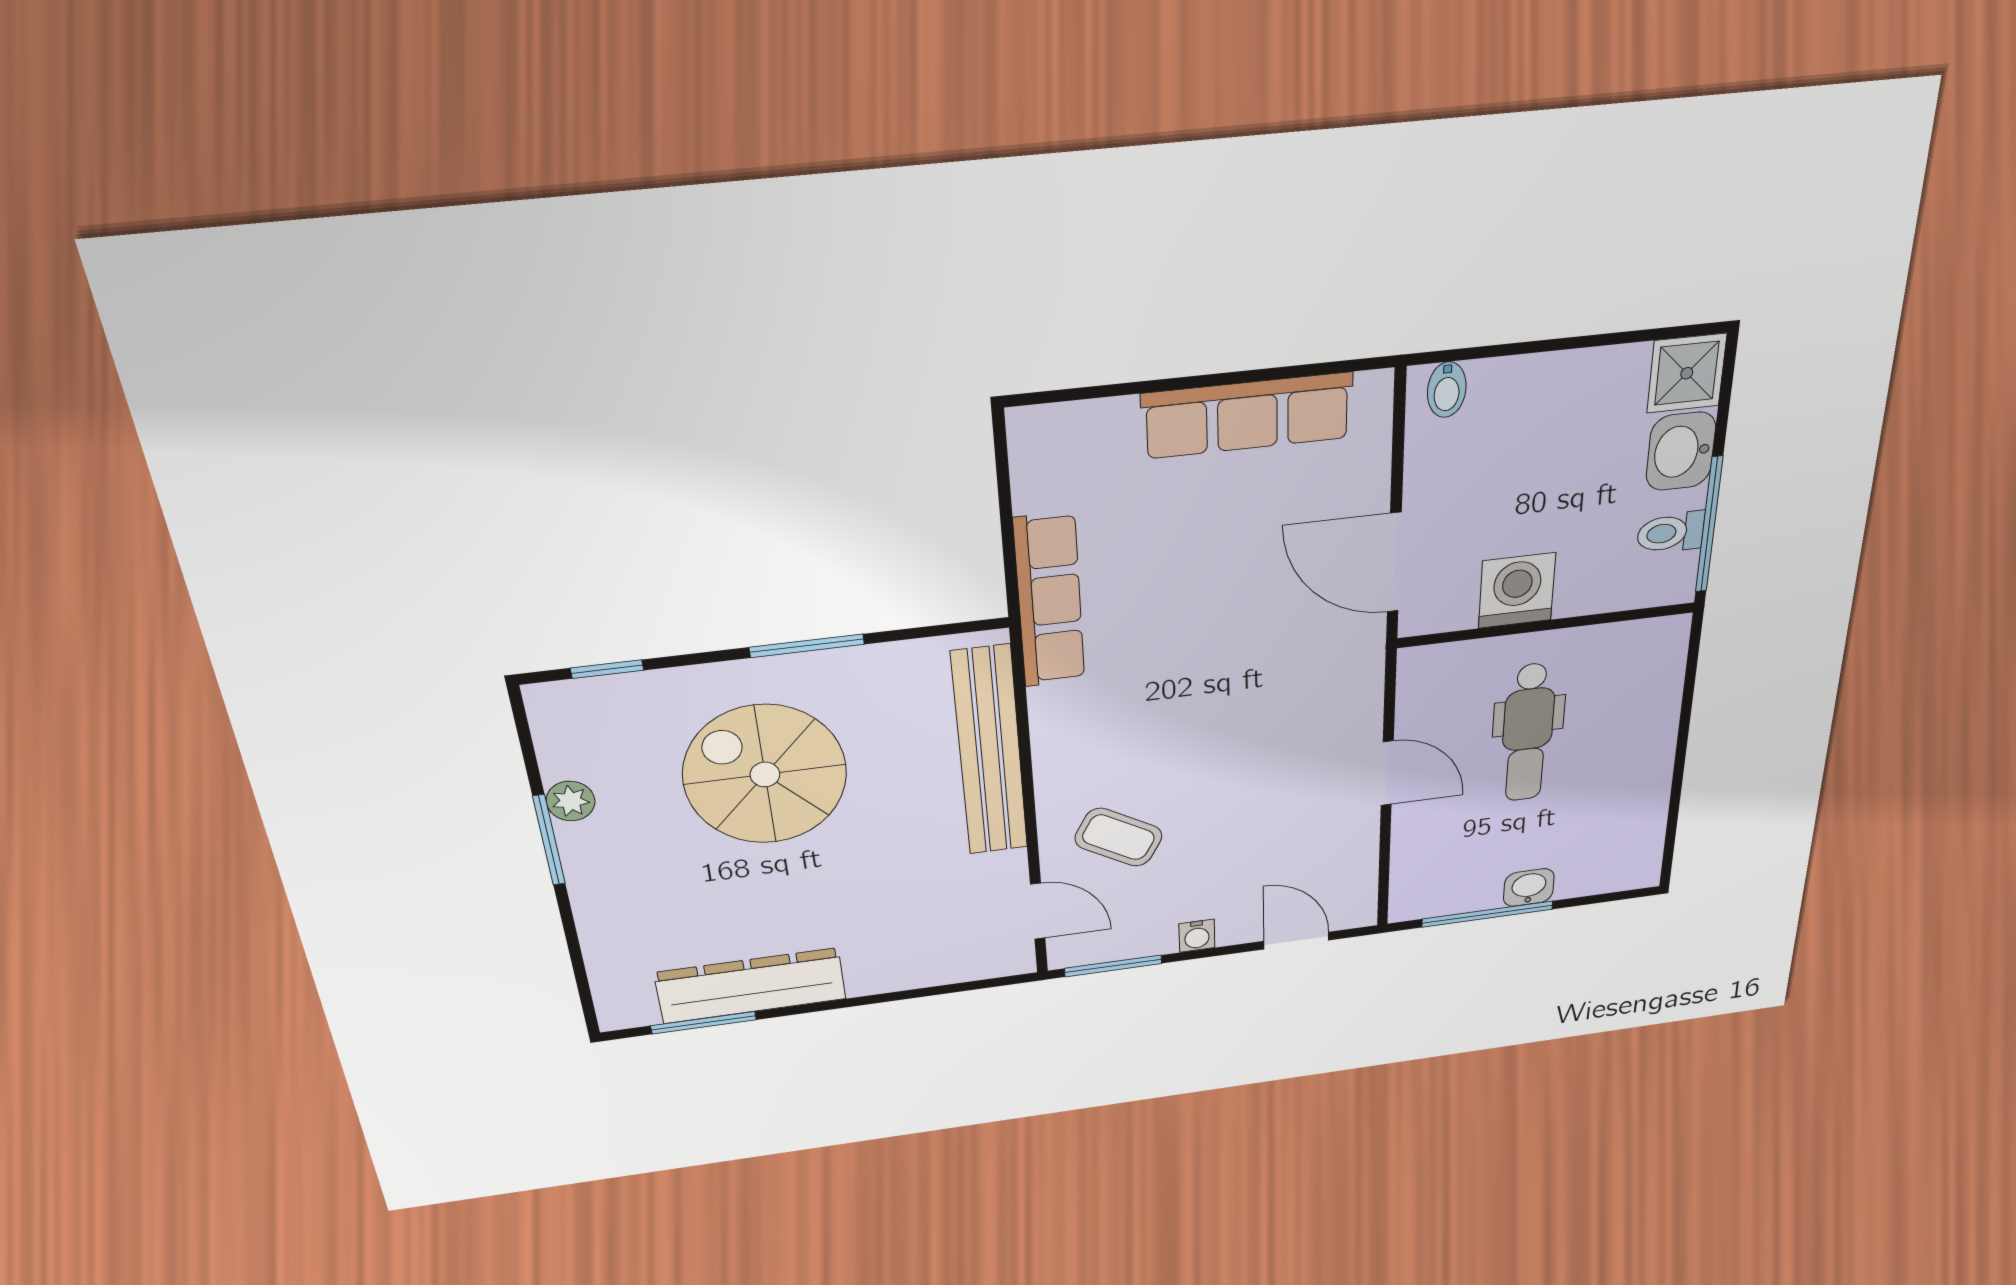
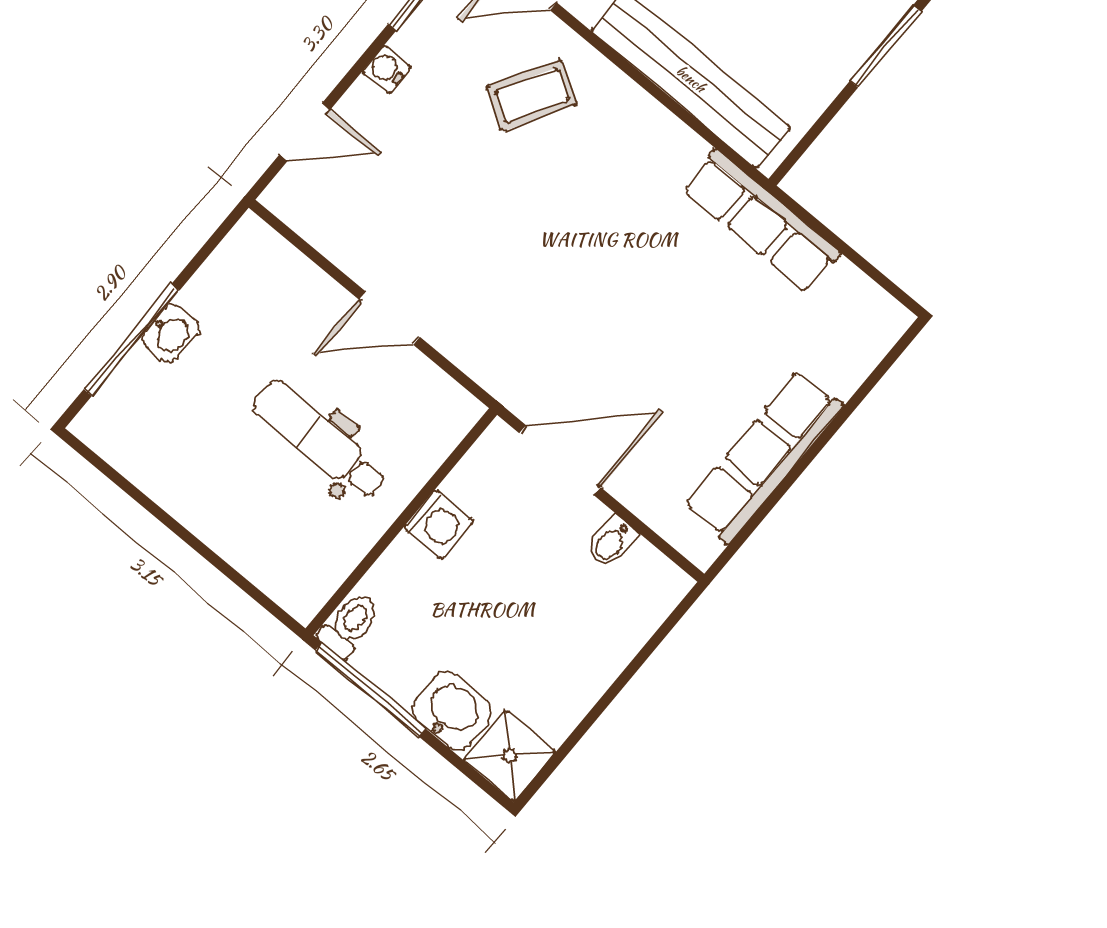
bidet: (1447, 390) -> (611, 543), moved, turned -90
toilet: (1671, 533) -> (350, 625), moved
washing machine: (1517, 591) -> (439, 524), width x0.73, depth x0.73
window: (1487, 914) -> (132, 340), moved

